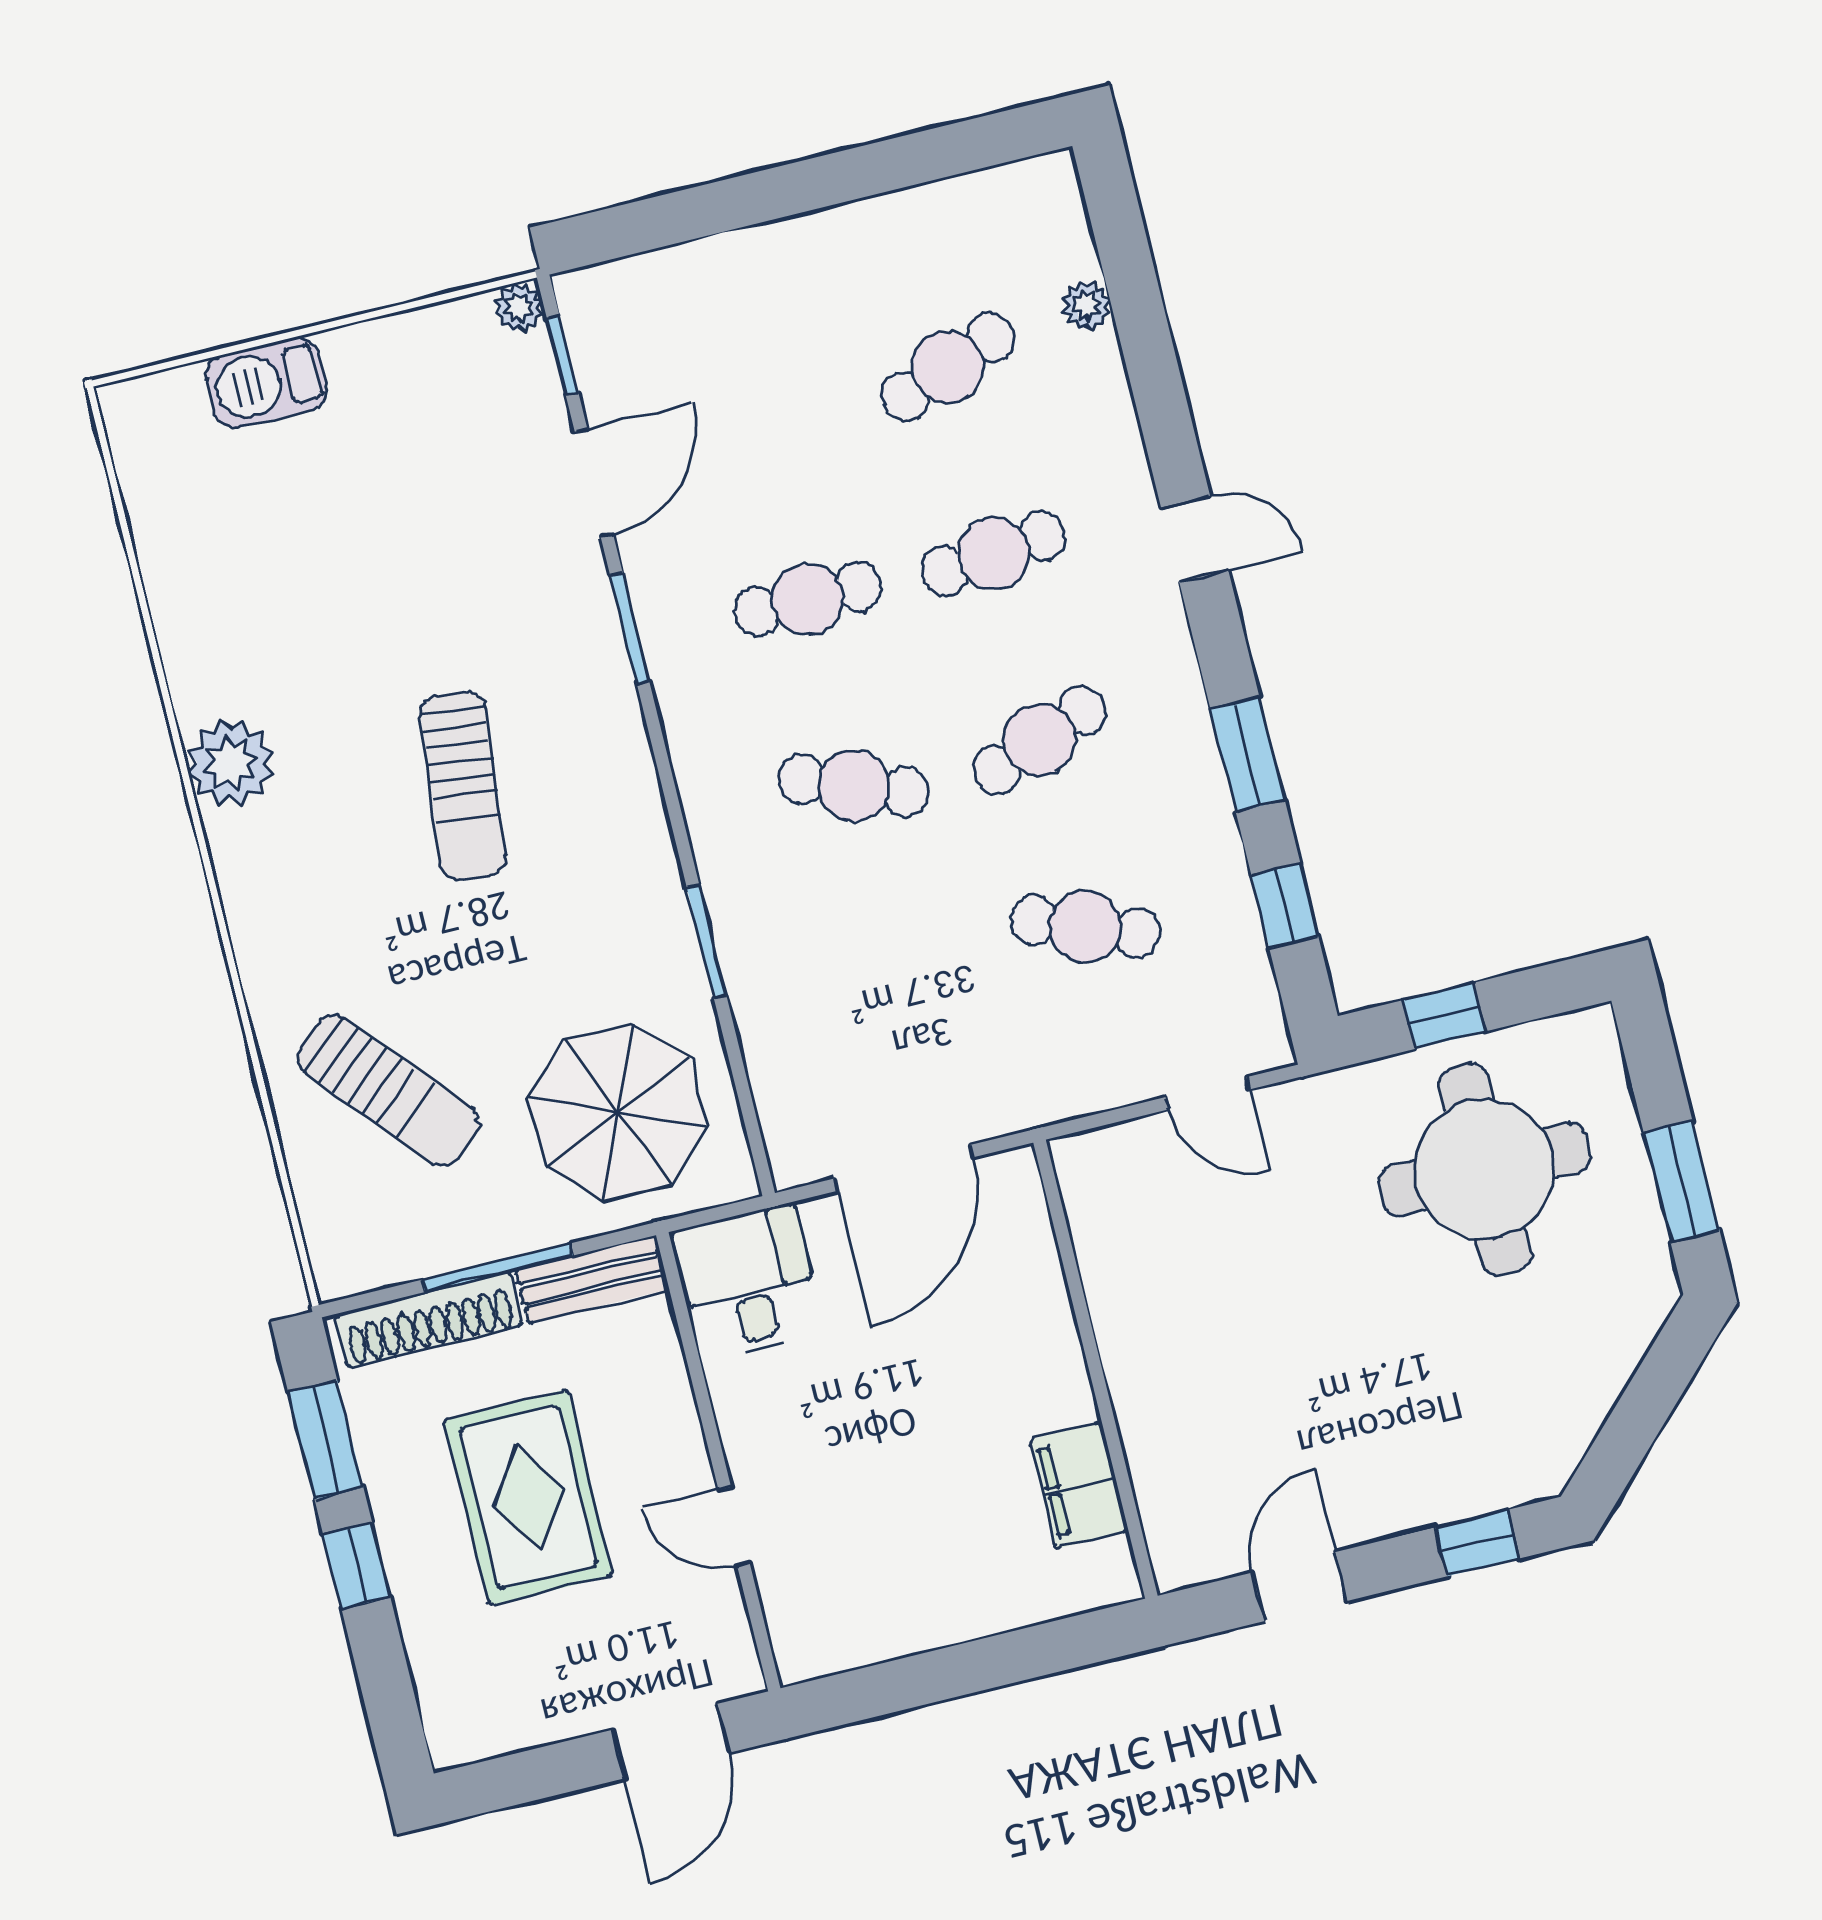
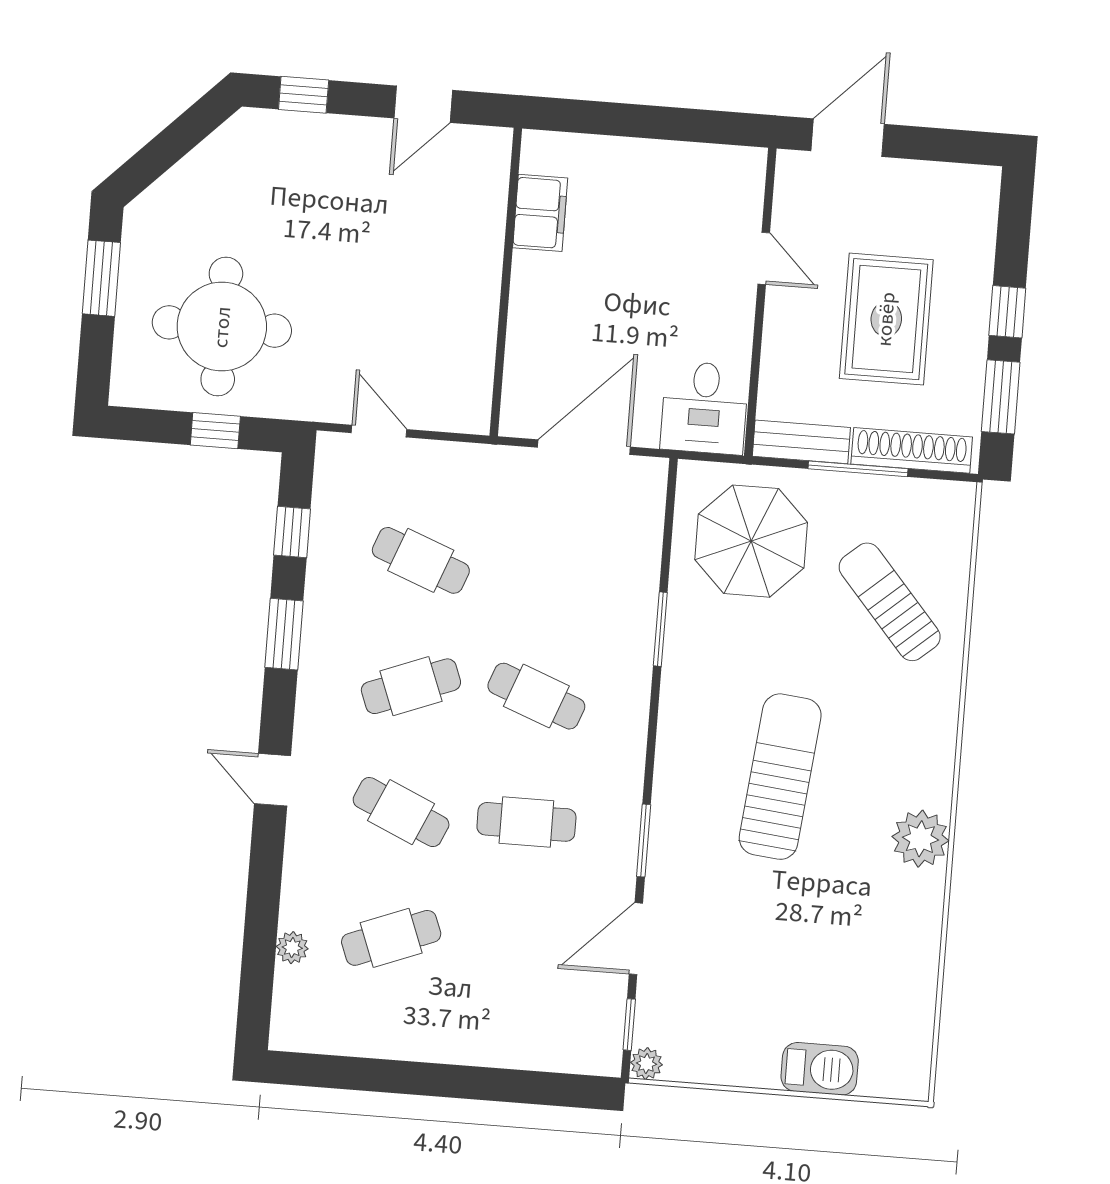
cafe table: (994, 553) -> (401, 812), turned 30
sun lounger: (463, 786) -> (780, 777), width x1.36, depth x1.34

